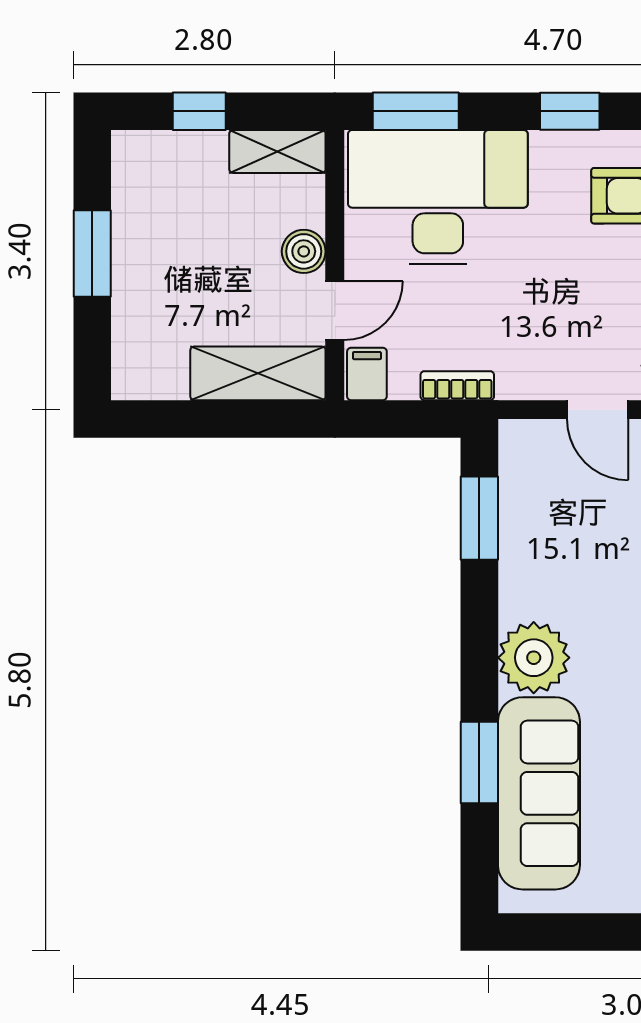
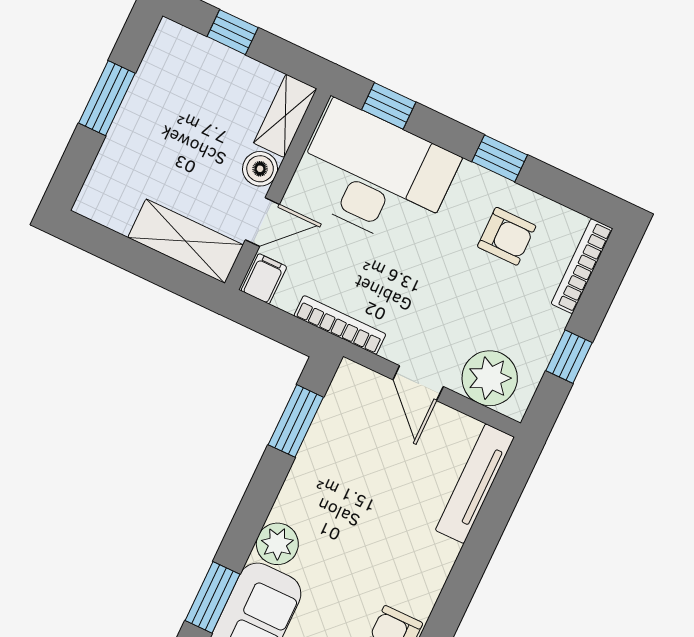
window: (416, 111) -> (389, 106), width x0.67
shelving: (277, 151) -> (285, 116), moved, turned 90
bookcase: (457, 386) -> (340, 325), width x1.56
plant: (534, 658) -> (277, 544), width x0.73, depth x0.73

